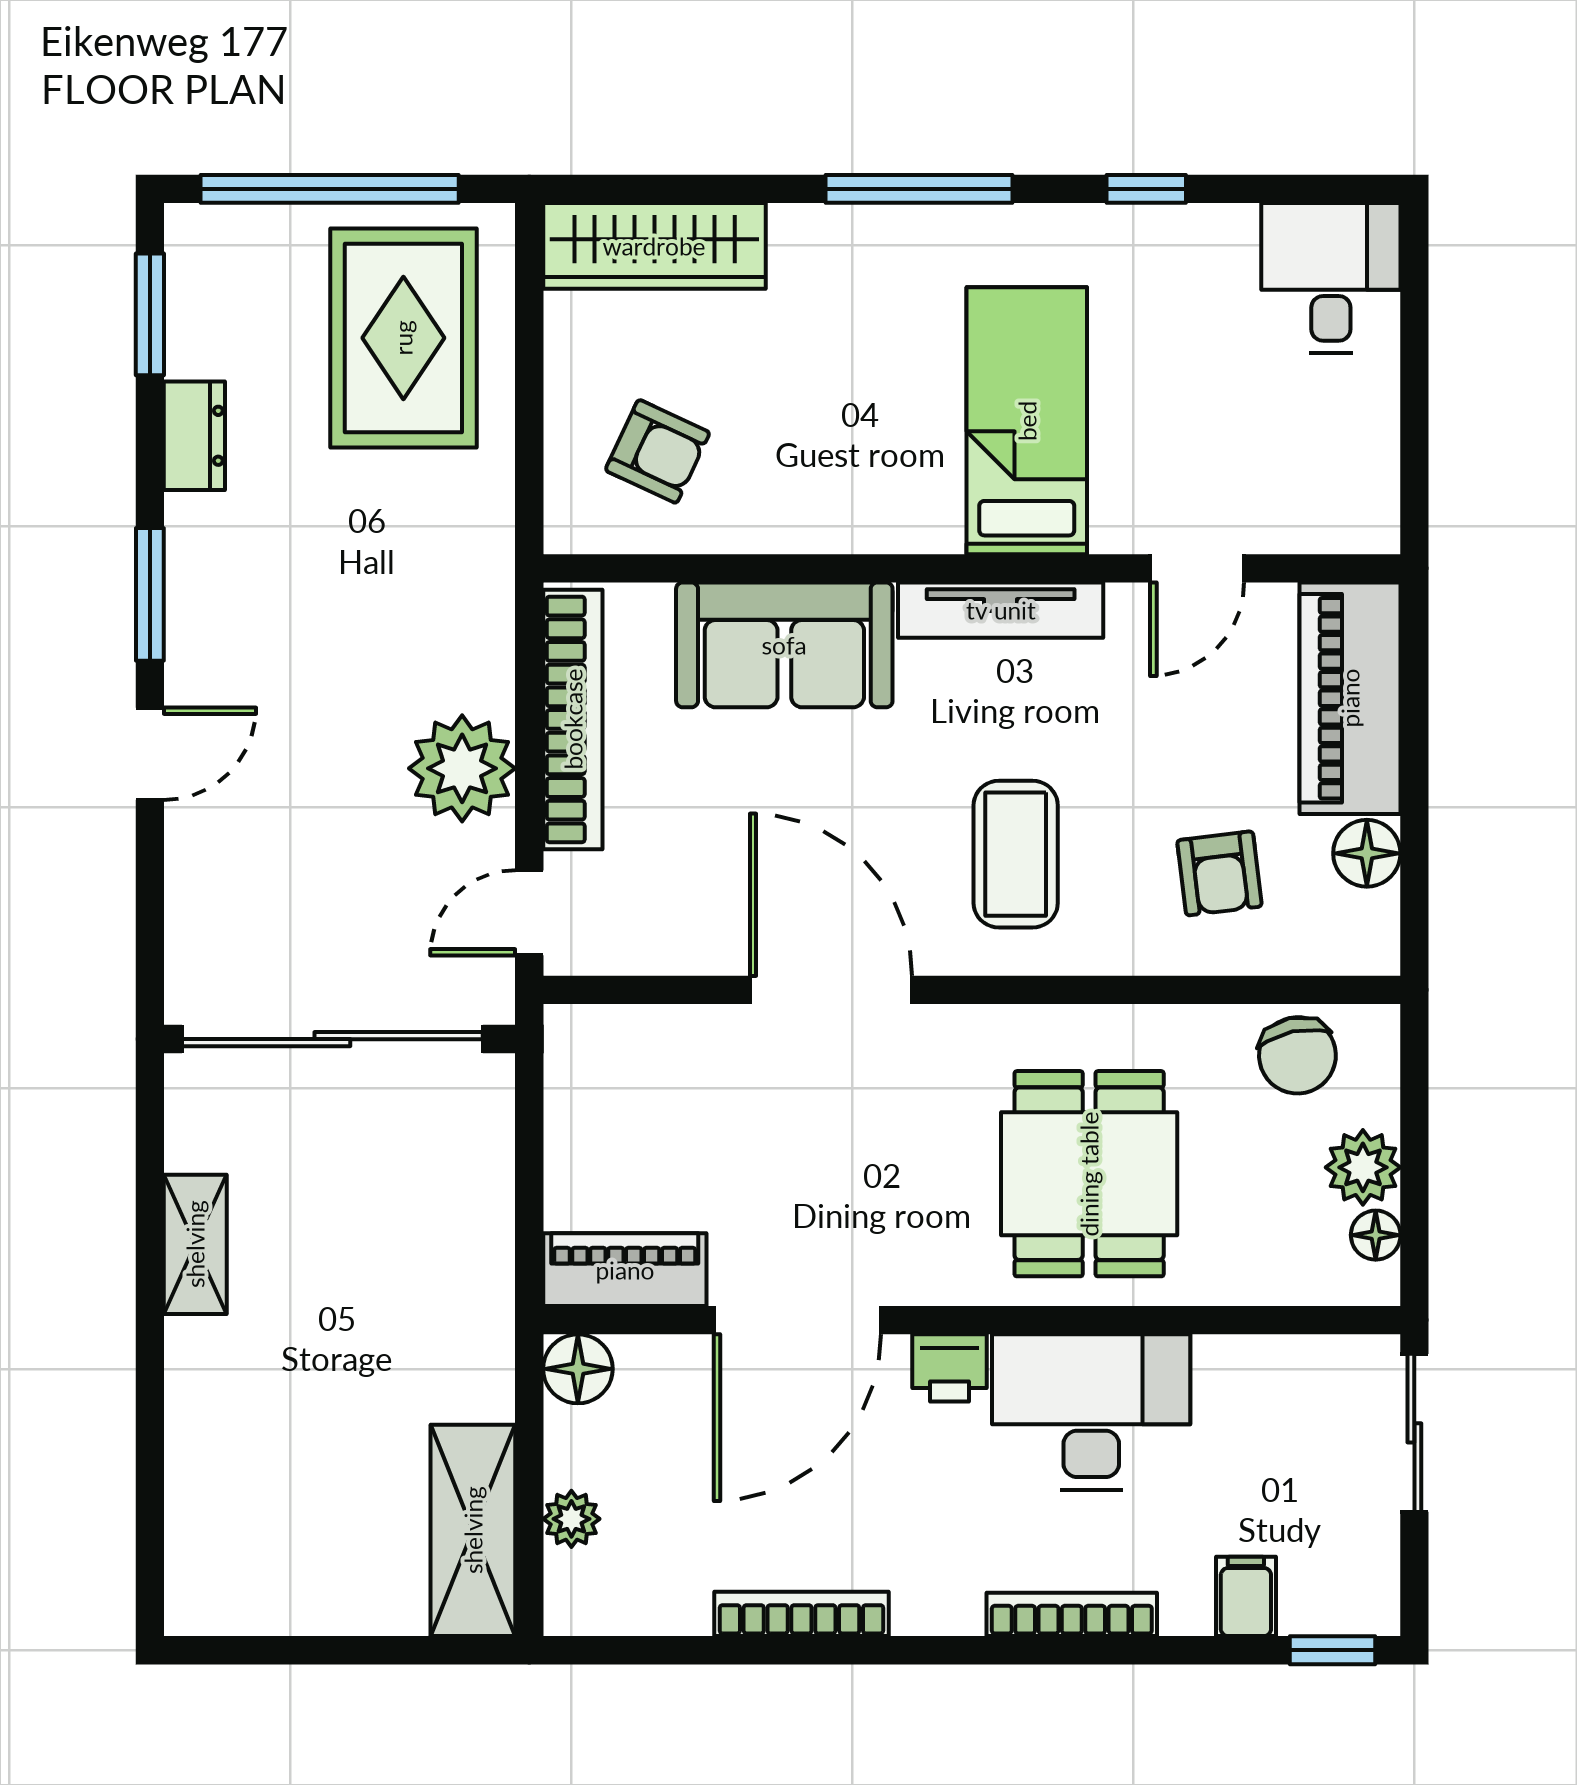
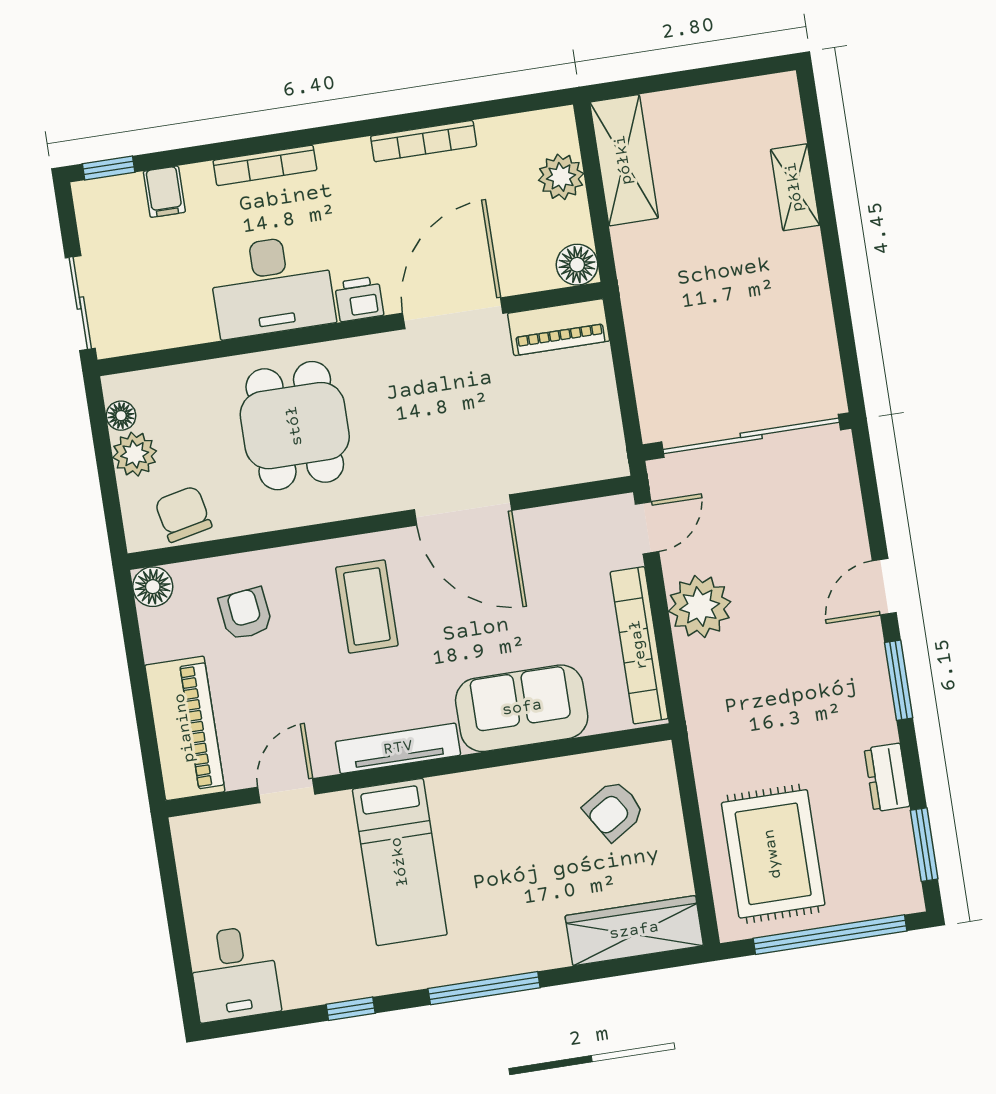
armchair: (658, 451) -> (614, 810), turned -57
floor lamp: (1367, 853) -> (153, 587), moved
shelving: (195, 1244) -> (795, 187), moved
plant: (571, 1519) -> (561, 177), width x1.38, depth x1.38

